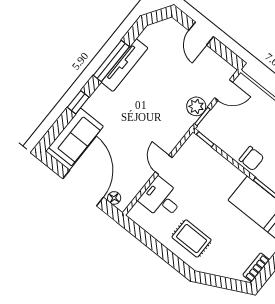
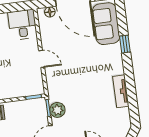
window: (111, 61) -> (131, 86), removed
tv unit: (125, 65) -> (121, 91), width x0.71
desk: (161, 199) -> (22, 25), moved, turned -90

